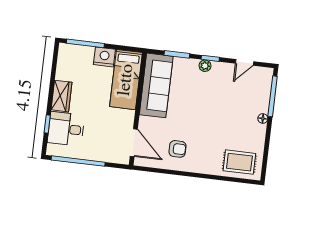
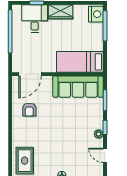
nightstand: (104, 57) -> (96, 14), moved
plant: (205, 66) -> (99, 134), moved

